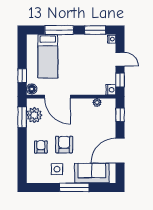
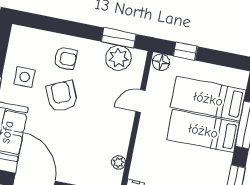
bed: (68, 55) -> (203, 131), added
door: (57, 97) -> (141, 101), width x0.53
armchair: (64, 145) -> (62, 96), turned -114

